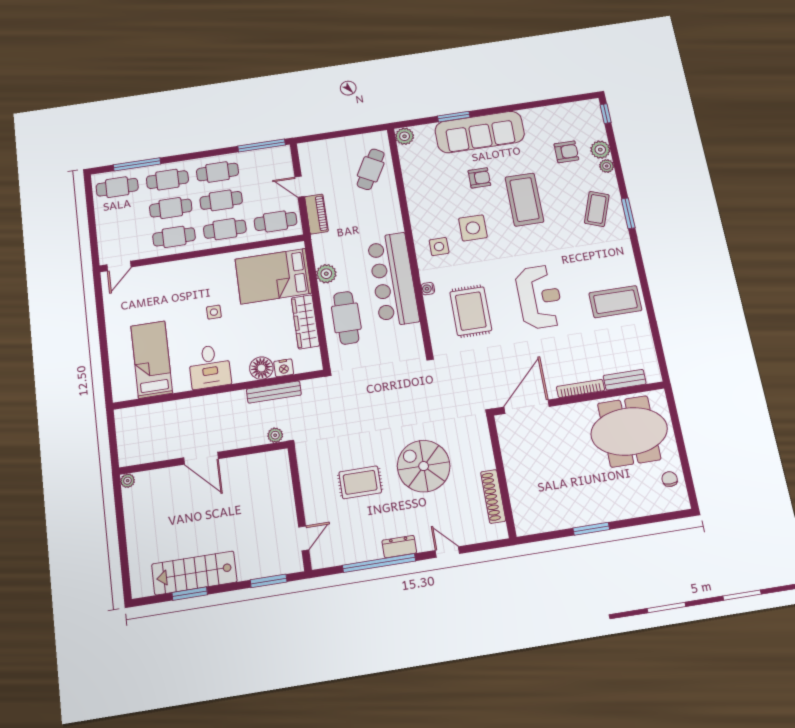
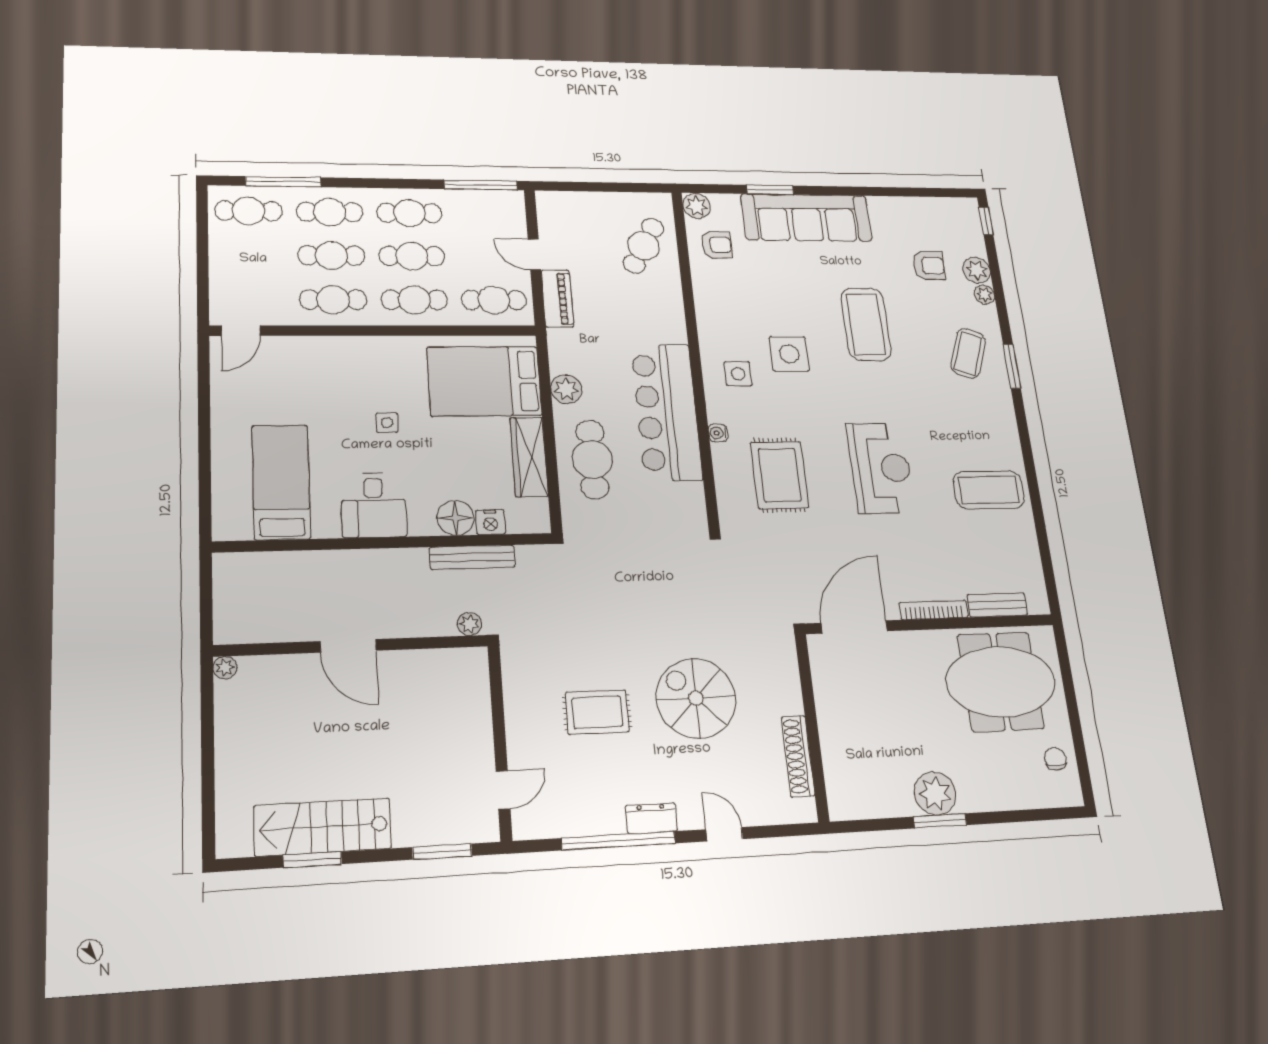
armchair: (479, 178) -> (716, 245), moved
plant: (587, 511) -> (935, 793), added

